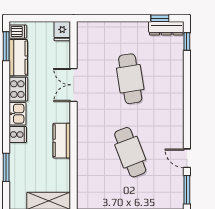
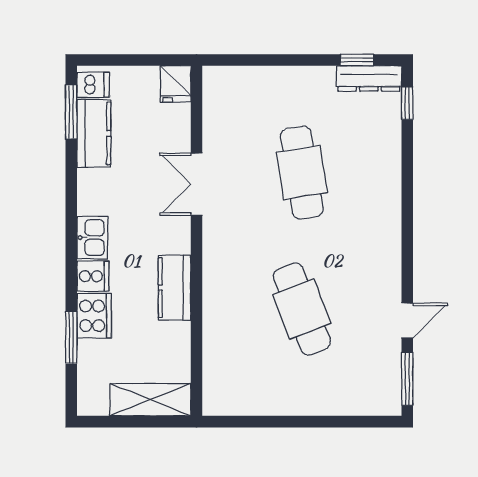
cooker: (18, 89) -> (94, 316), moved
door: (187, 158) -> (407, 320), swing flipped

